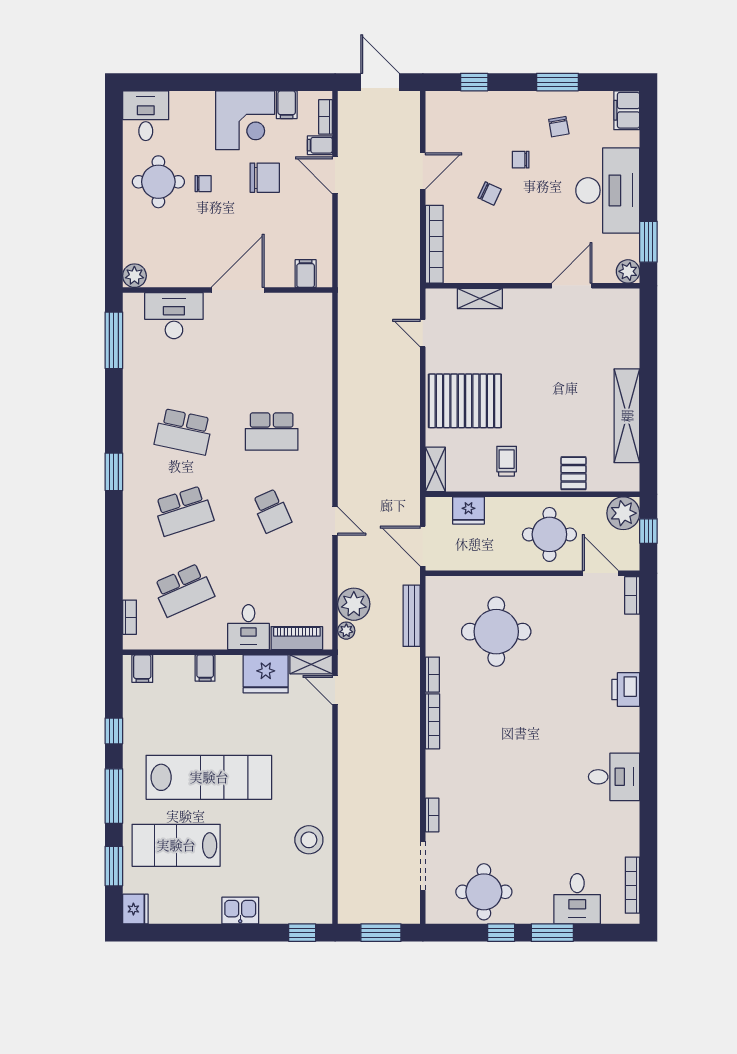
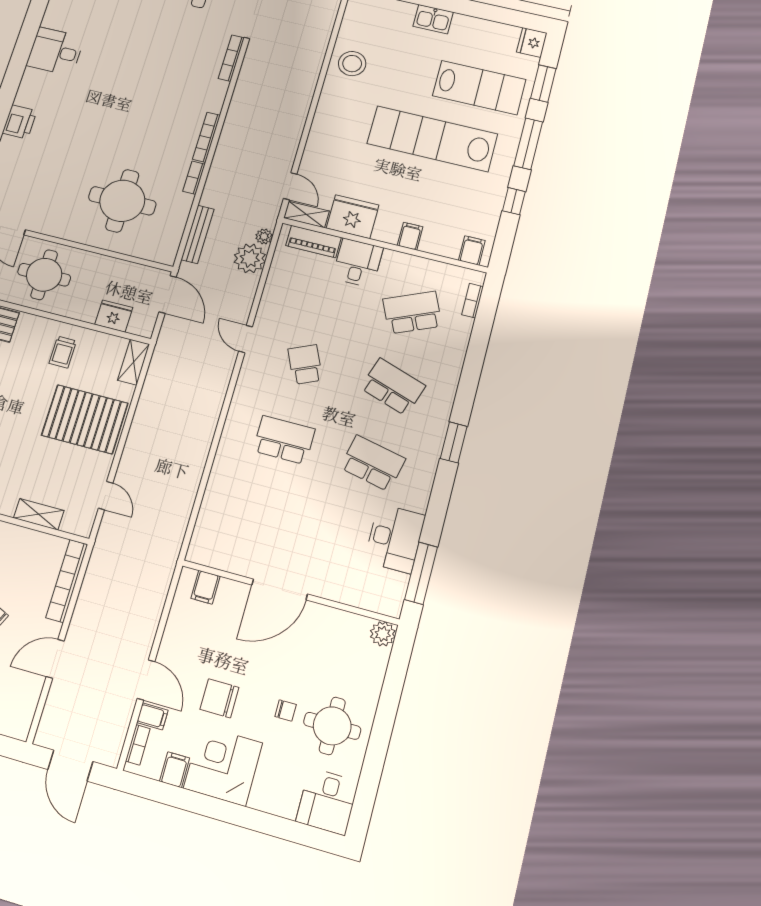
chair: (203, 184) -> (286, 711), turned 180
desk: (174, 316) -> (395, 538), moved, turned -90
school desk: (184, 511) -> (393, 387), turned 36
bookcase: (432, 815) -> (231, 58), width x1.56

